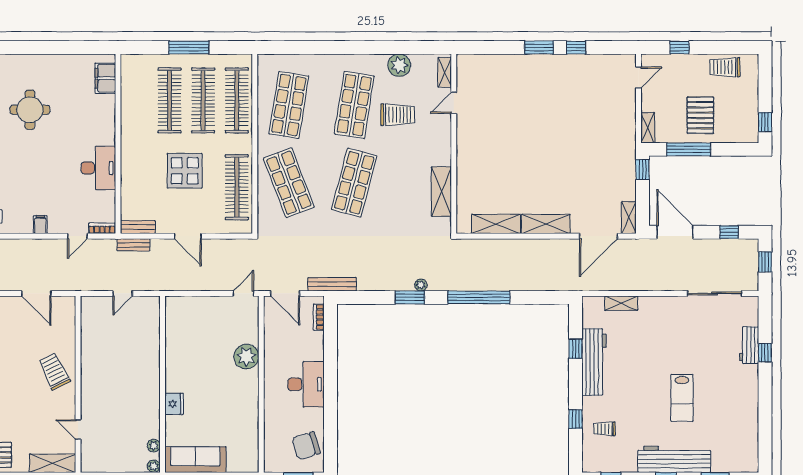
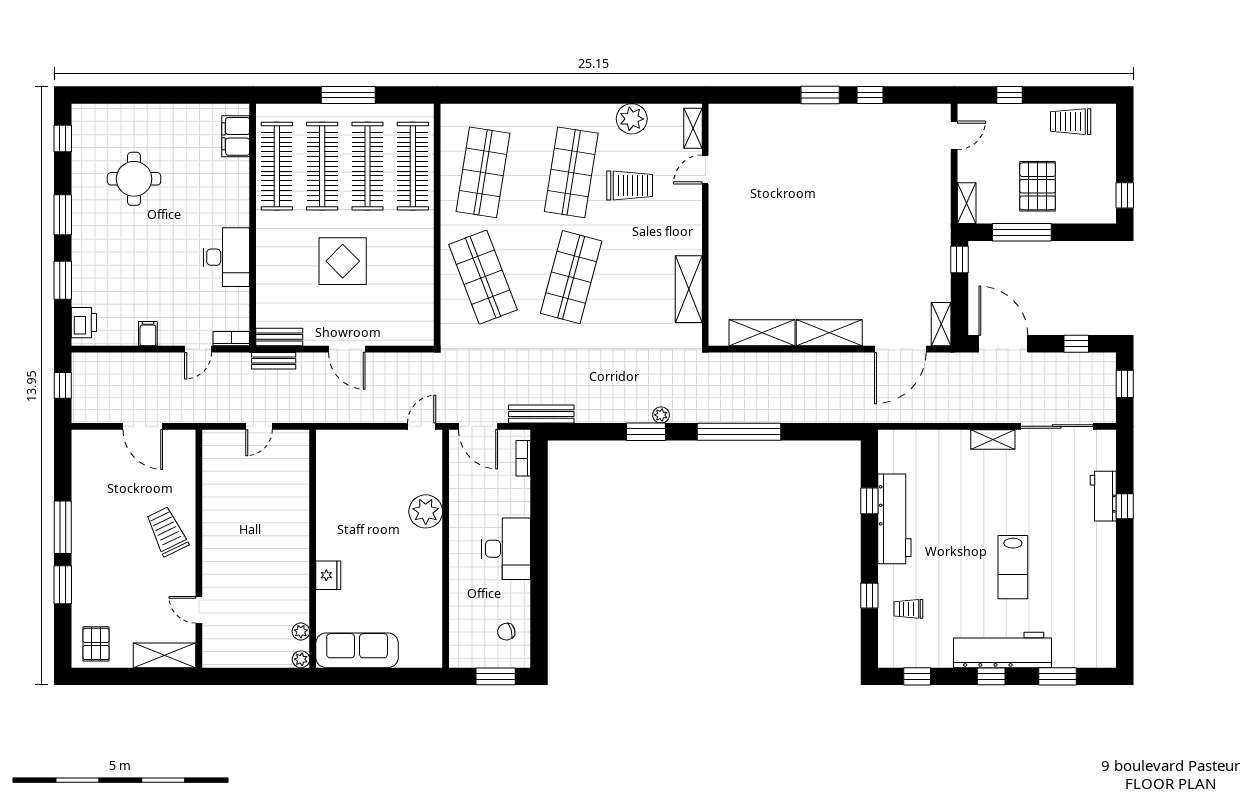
clothes rail: (237, 187) -> (277, 166), moved
shelving: (621, 303) -> (993, 440), moved
chair: (306, 446) -> (506, 632), width x0.54, depth x0.54

